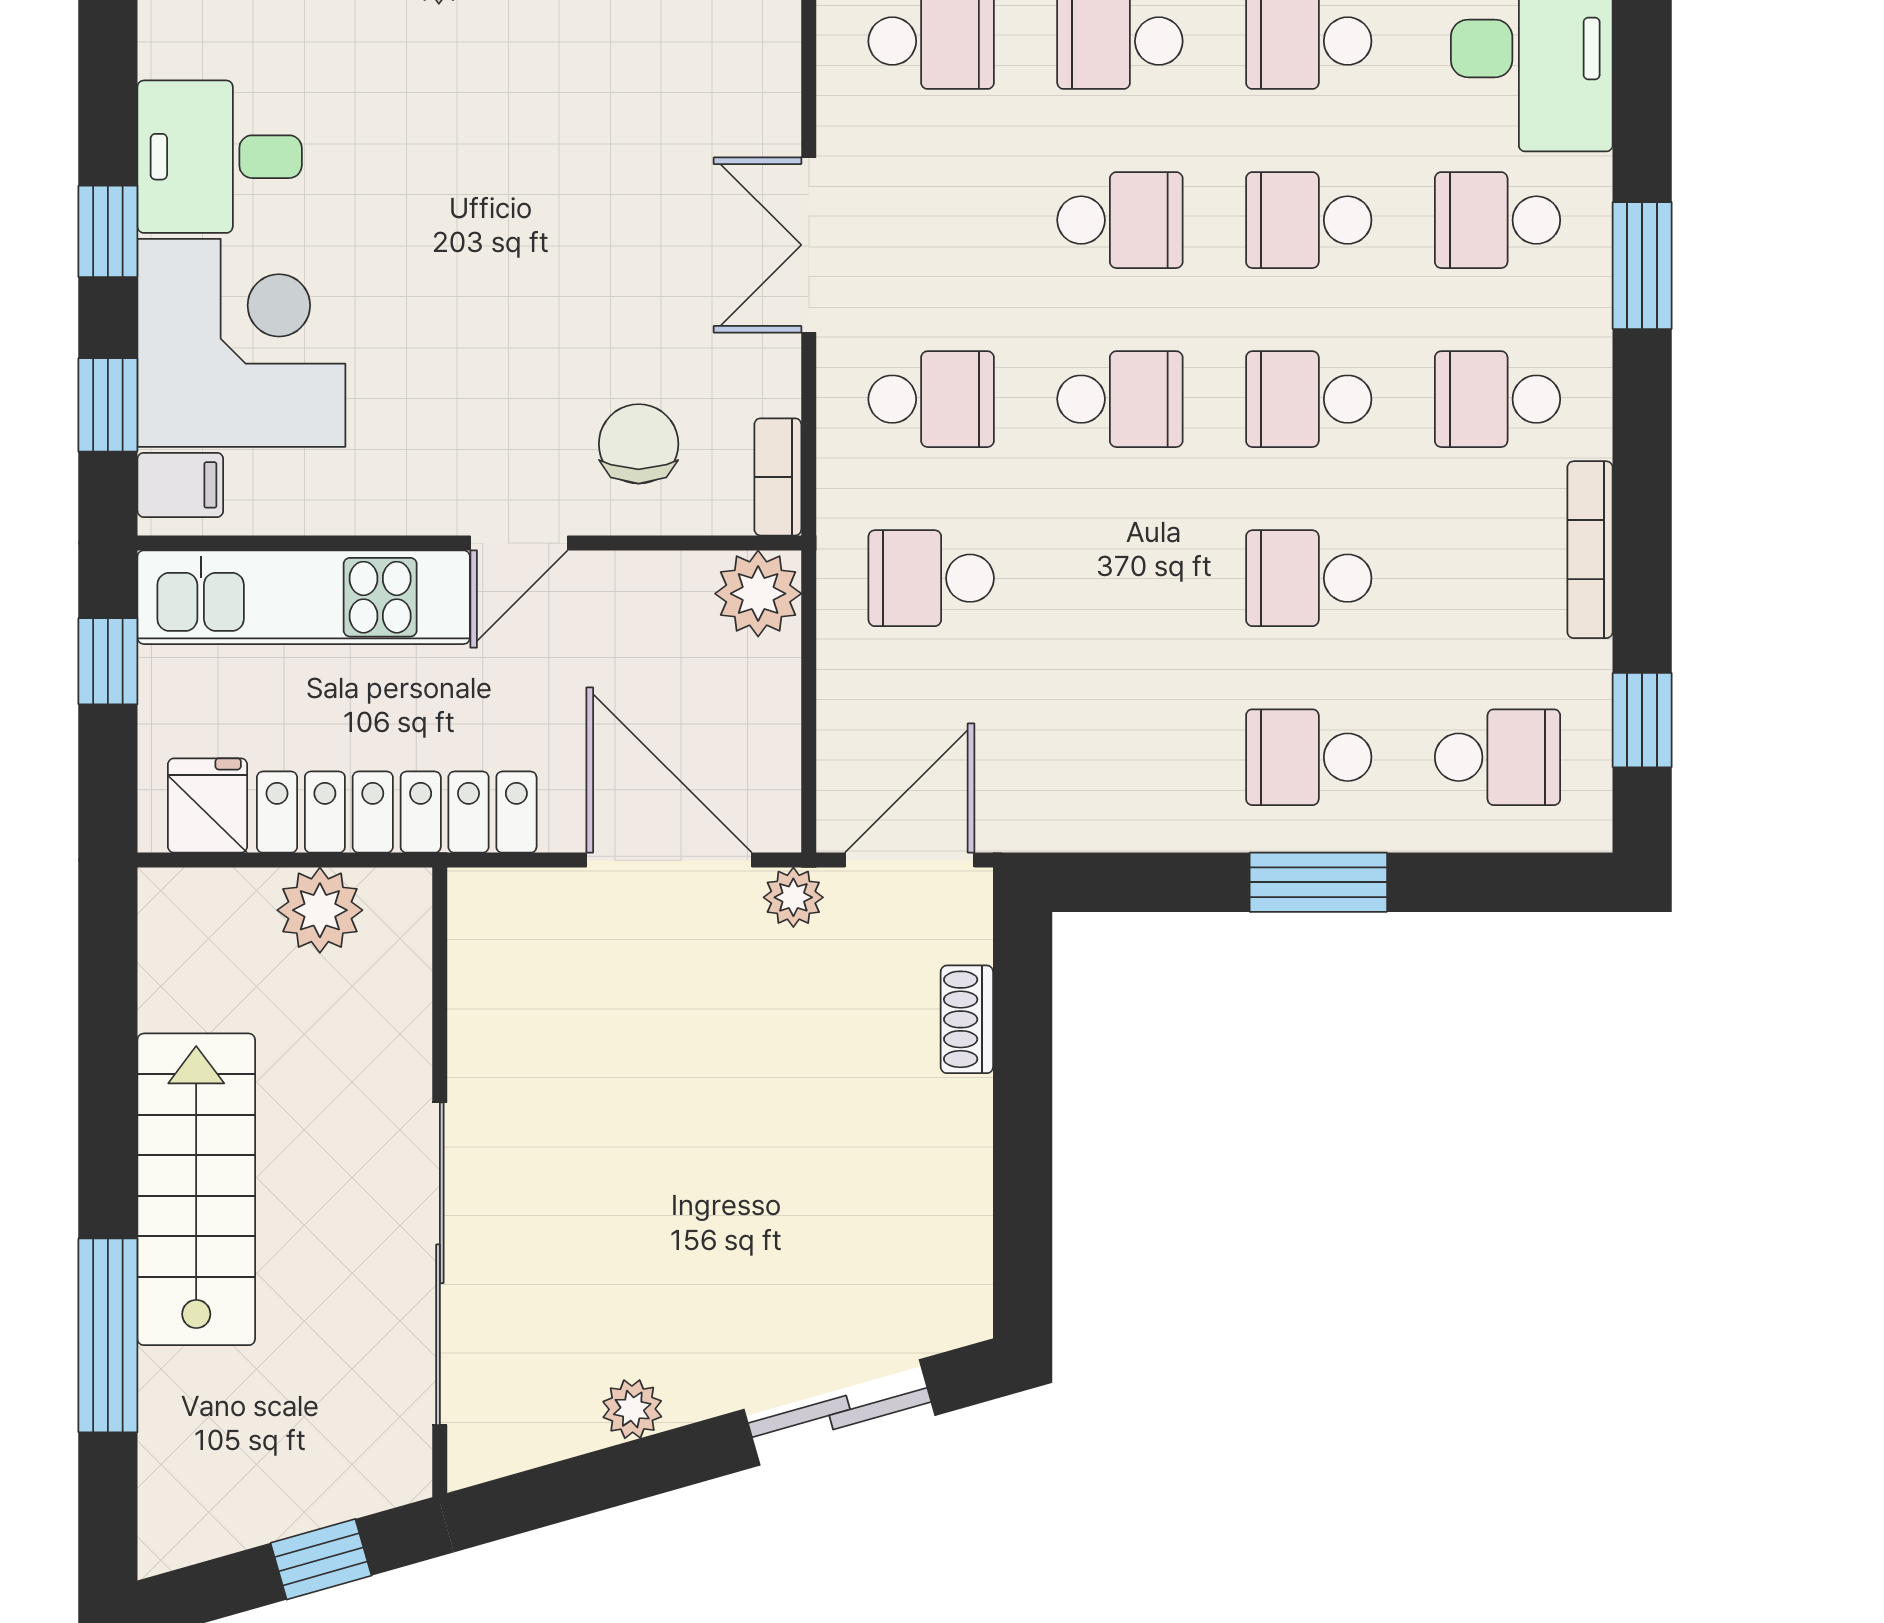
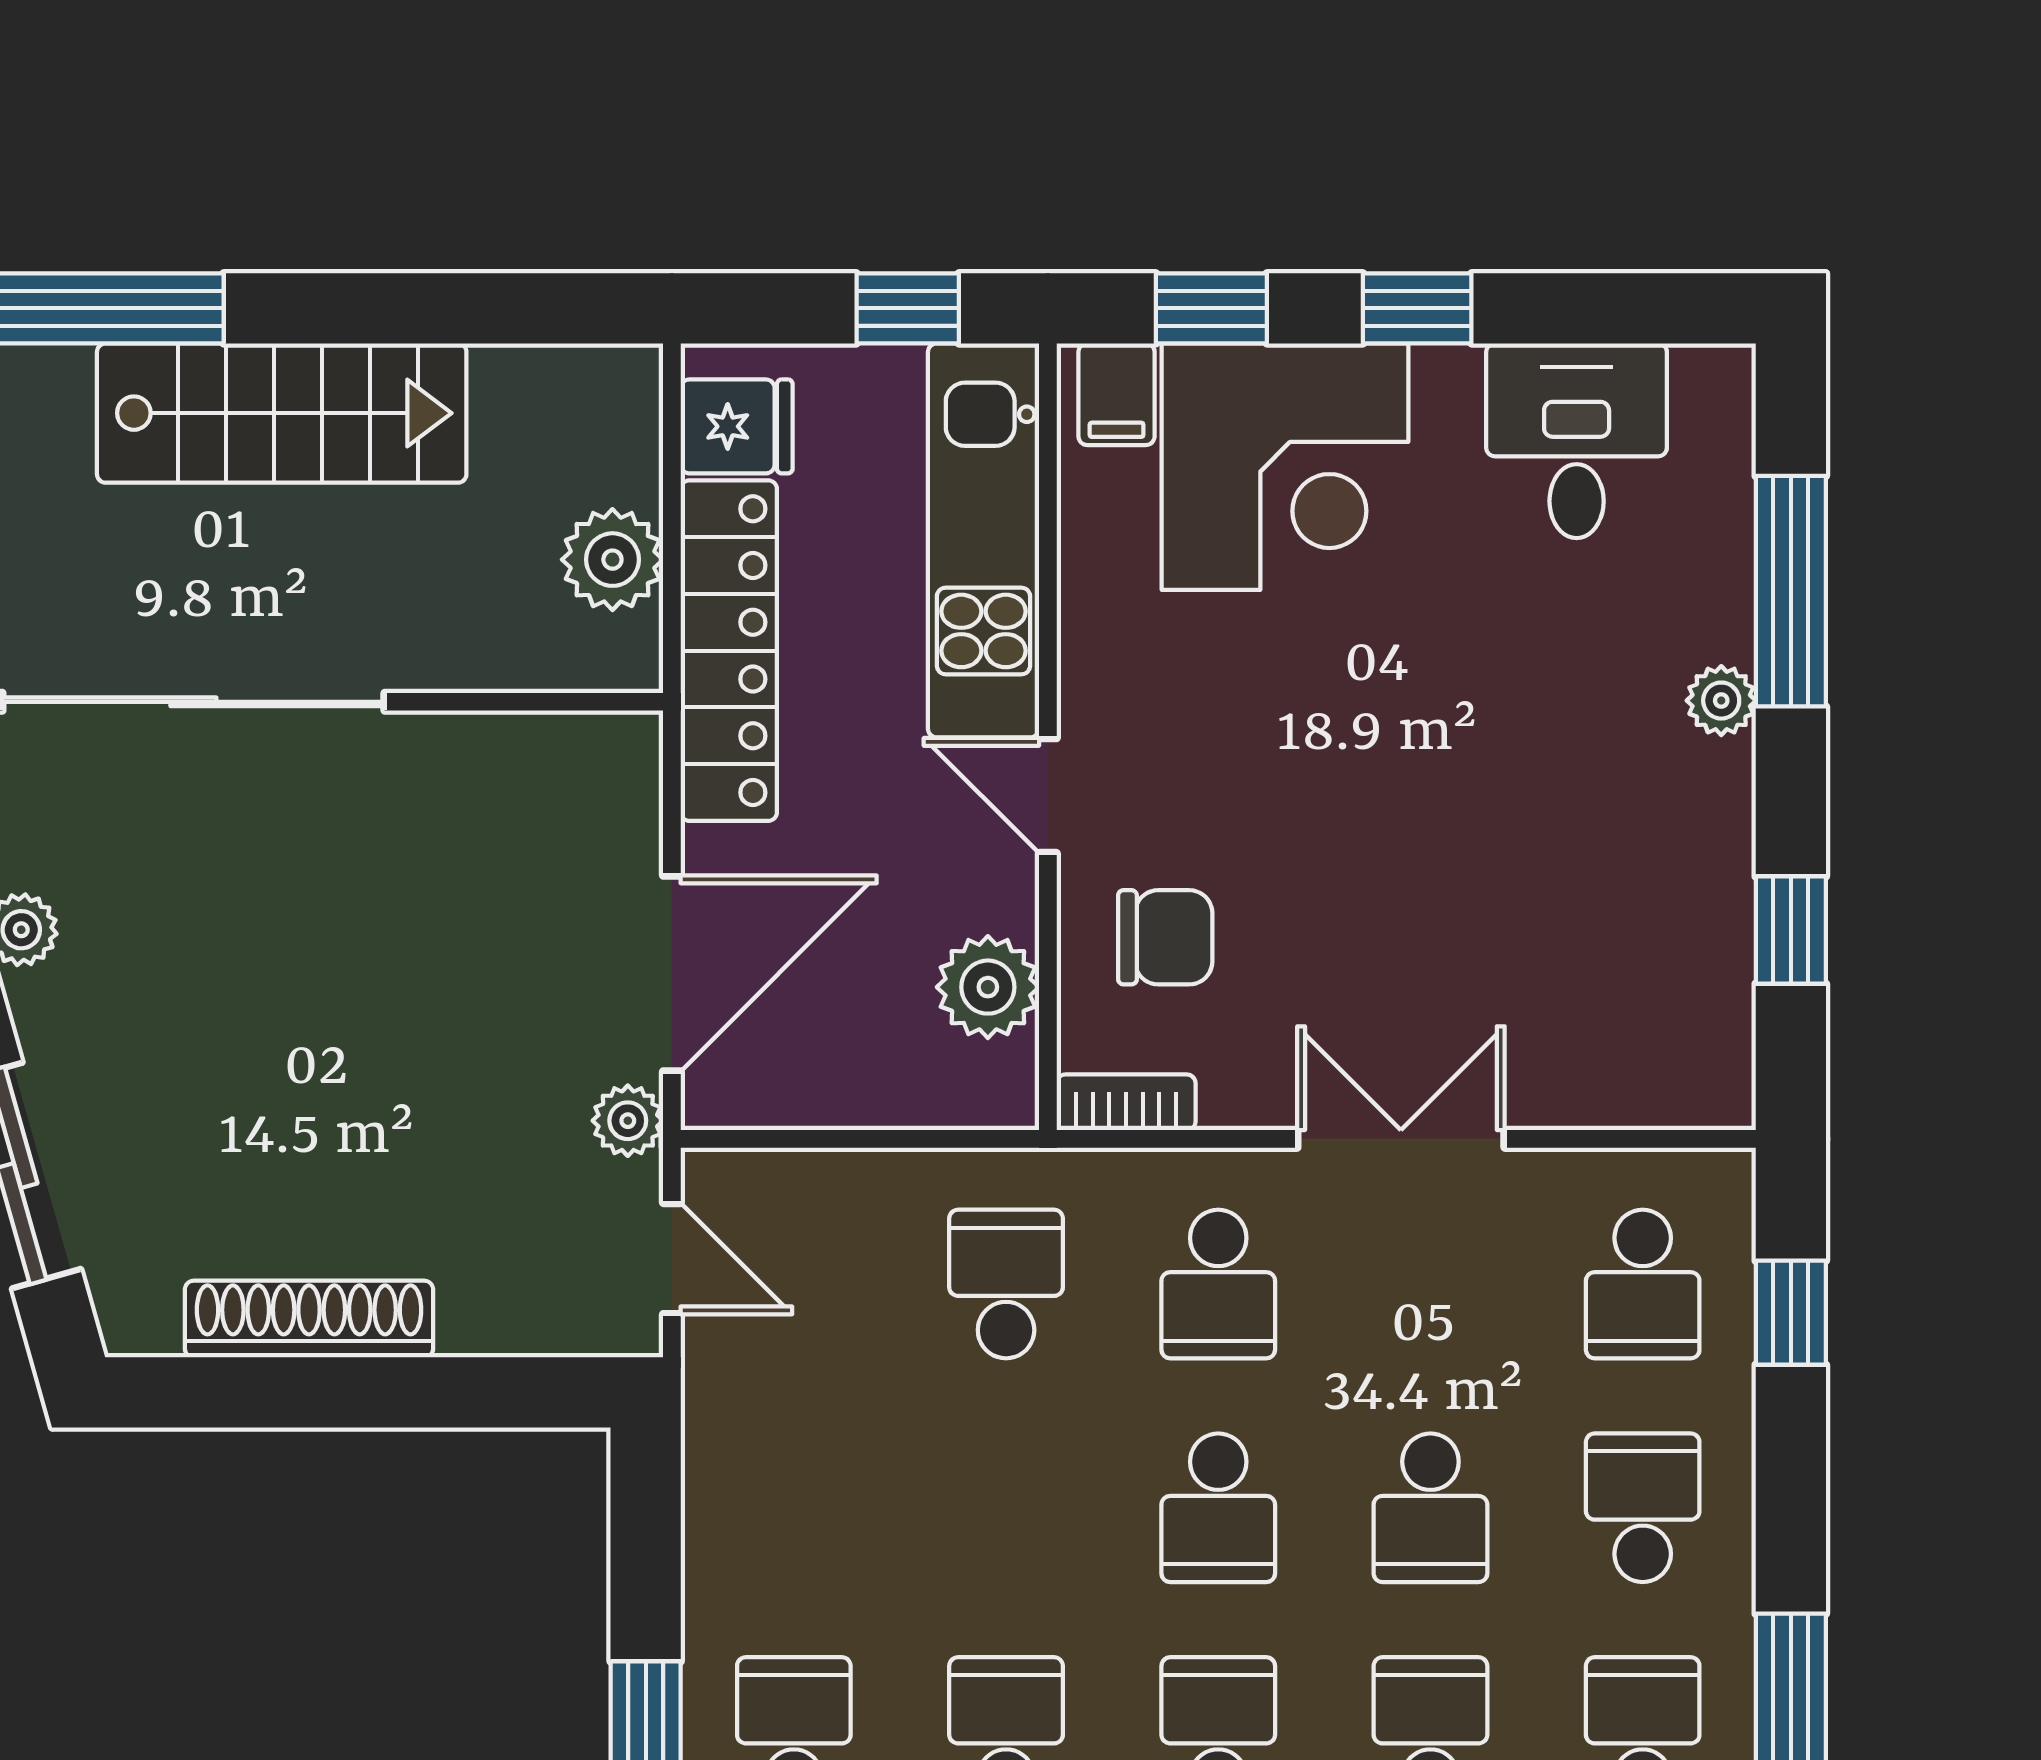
desk: (220, 157) -> (1577, 441), moved
plant: (758, 594) -> (988, 987), moved
door: (910, 860) -> (672, 1259), width x0.73
shoe rack: (967, 1019) -> (309, 1319), moved, width x1.94, depth x1.24

